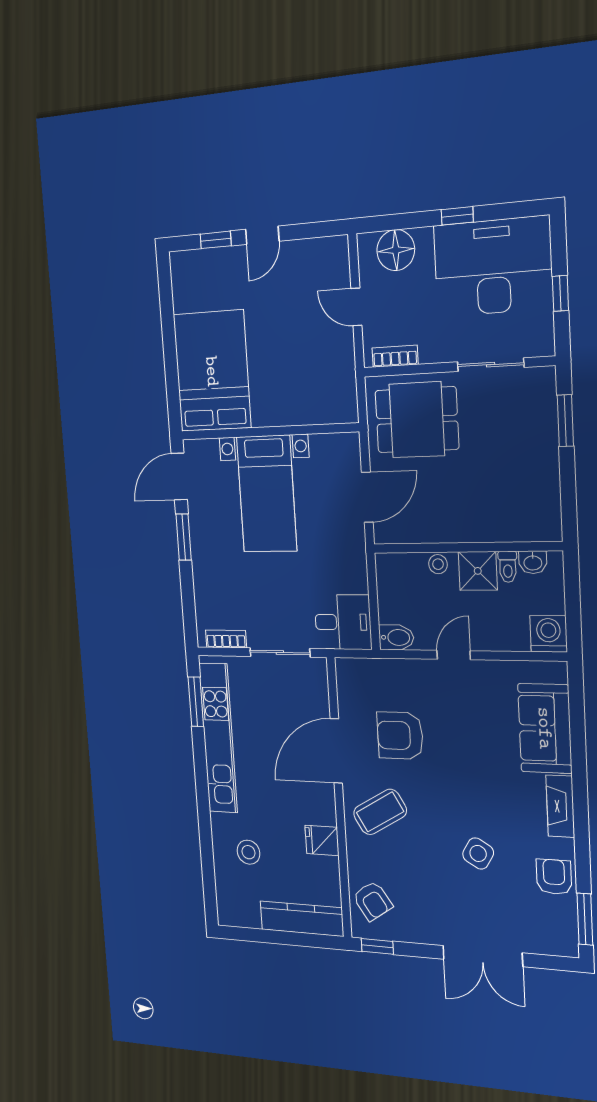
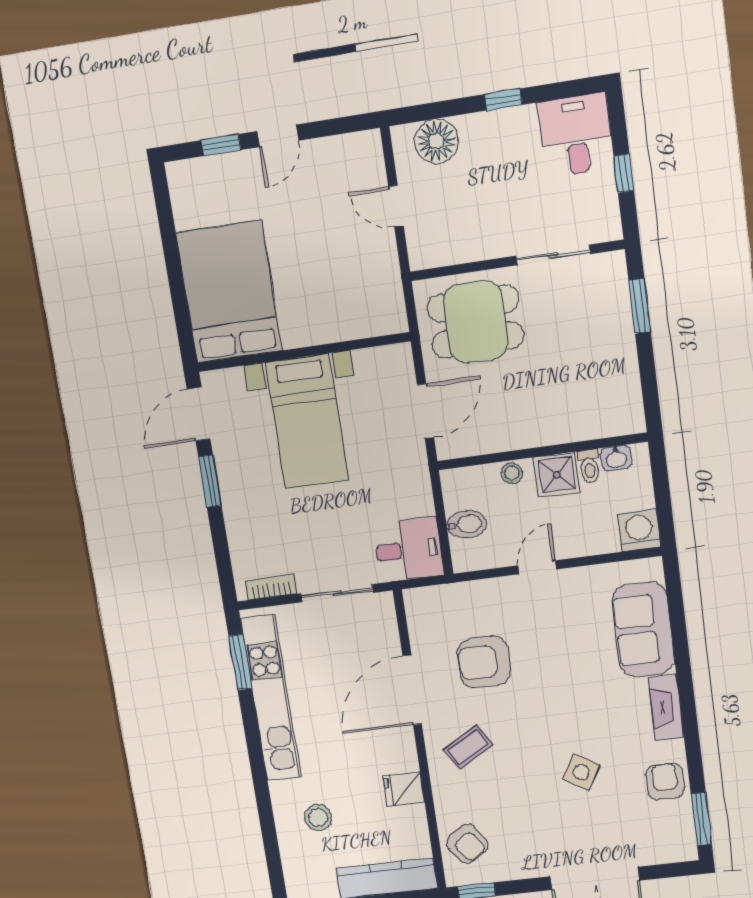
desk: (493, 267) -> (576, 135), width x0.53, depth x0.77
bookcase: (395, 356) -> (445, 256), removed
bidet: (396, 637) -> (466, 524), moved
coffee table: (380, 812) -> (468, 747), width x0.73, depth x0.77

